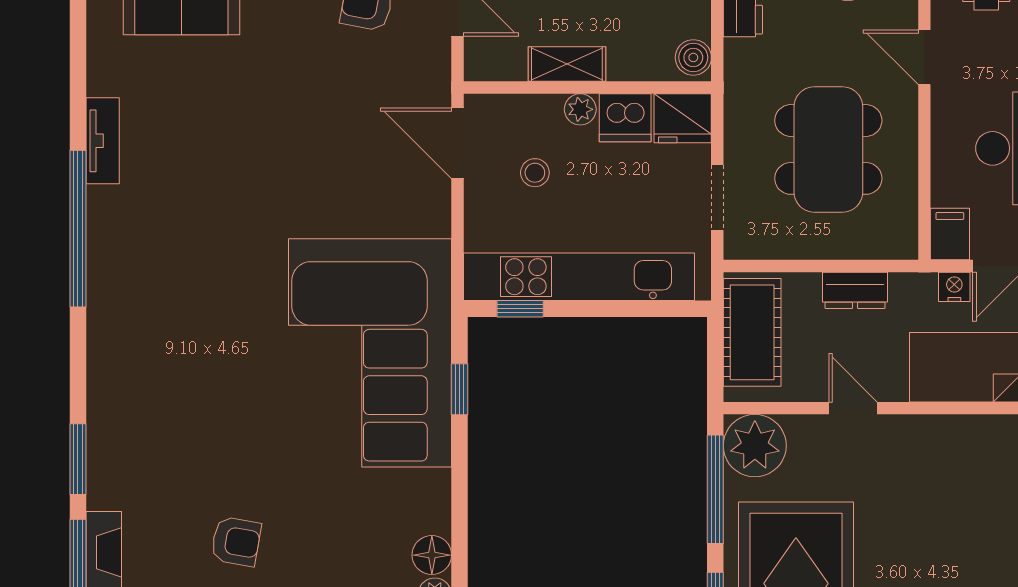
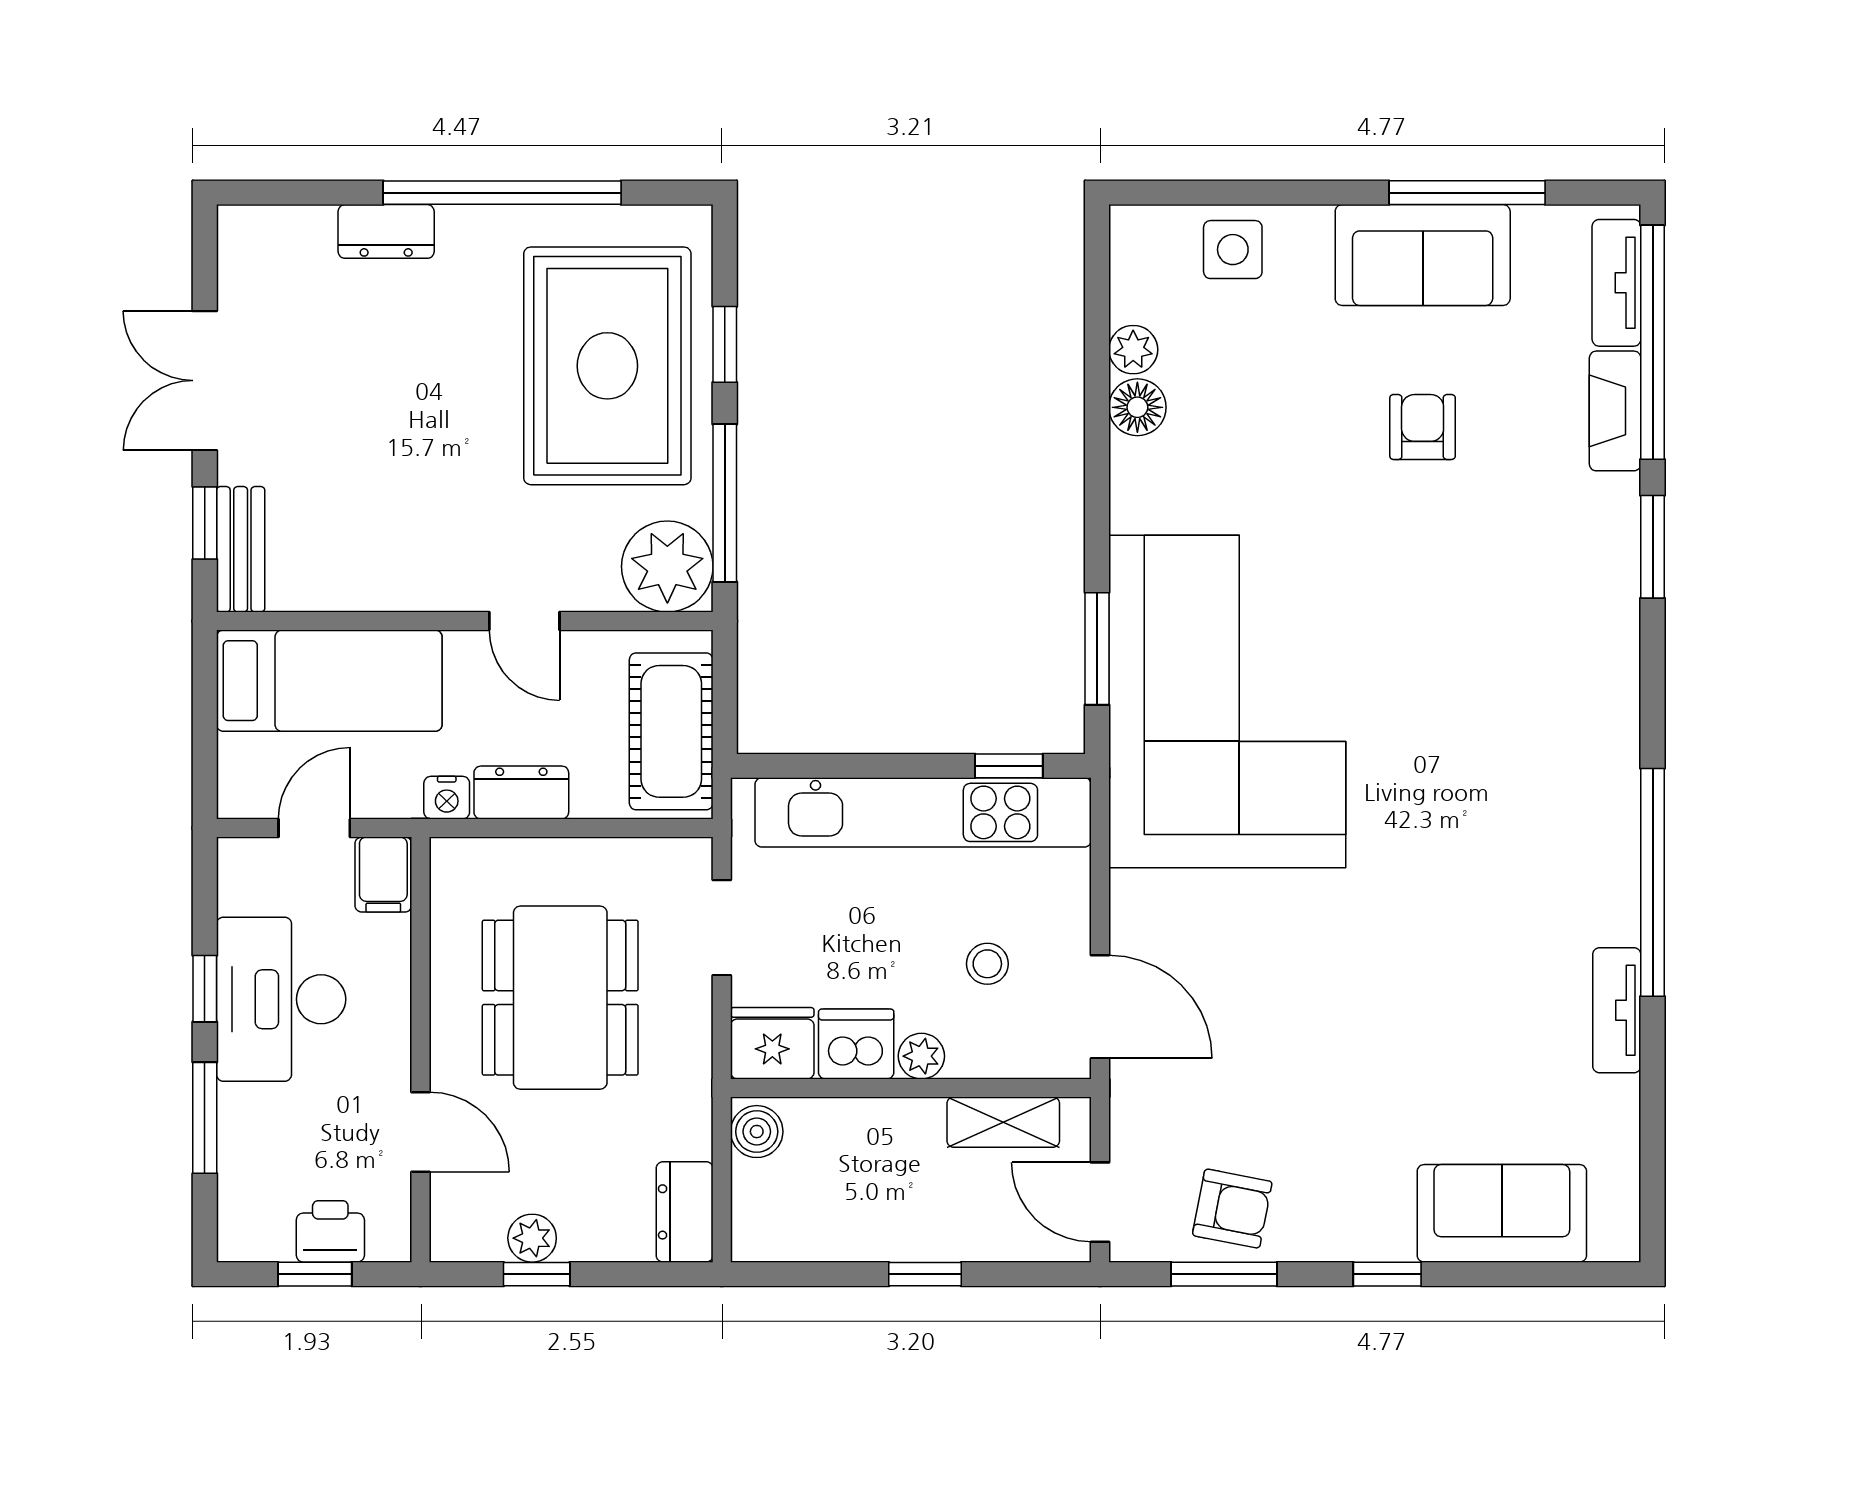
shelving: (567, 64) -> (1003, 1122), moved
nightstand: (954, 287) -> (447, 798), moved
window: (460, 389) -> (1097, 649), width x1.50
armchair: (236, 541) -> (1423, 427), turned 80

